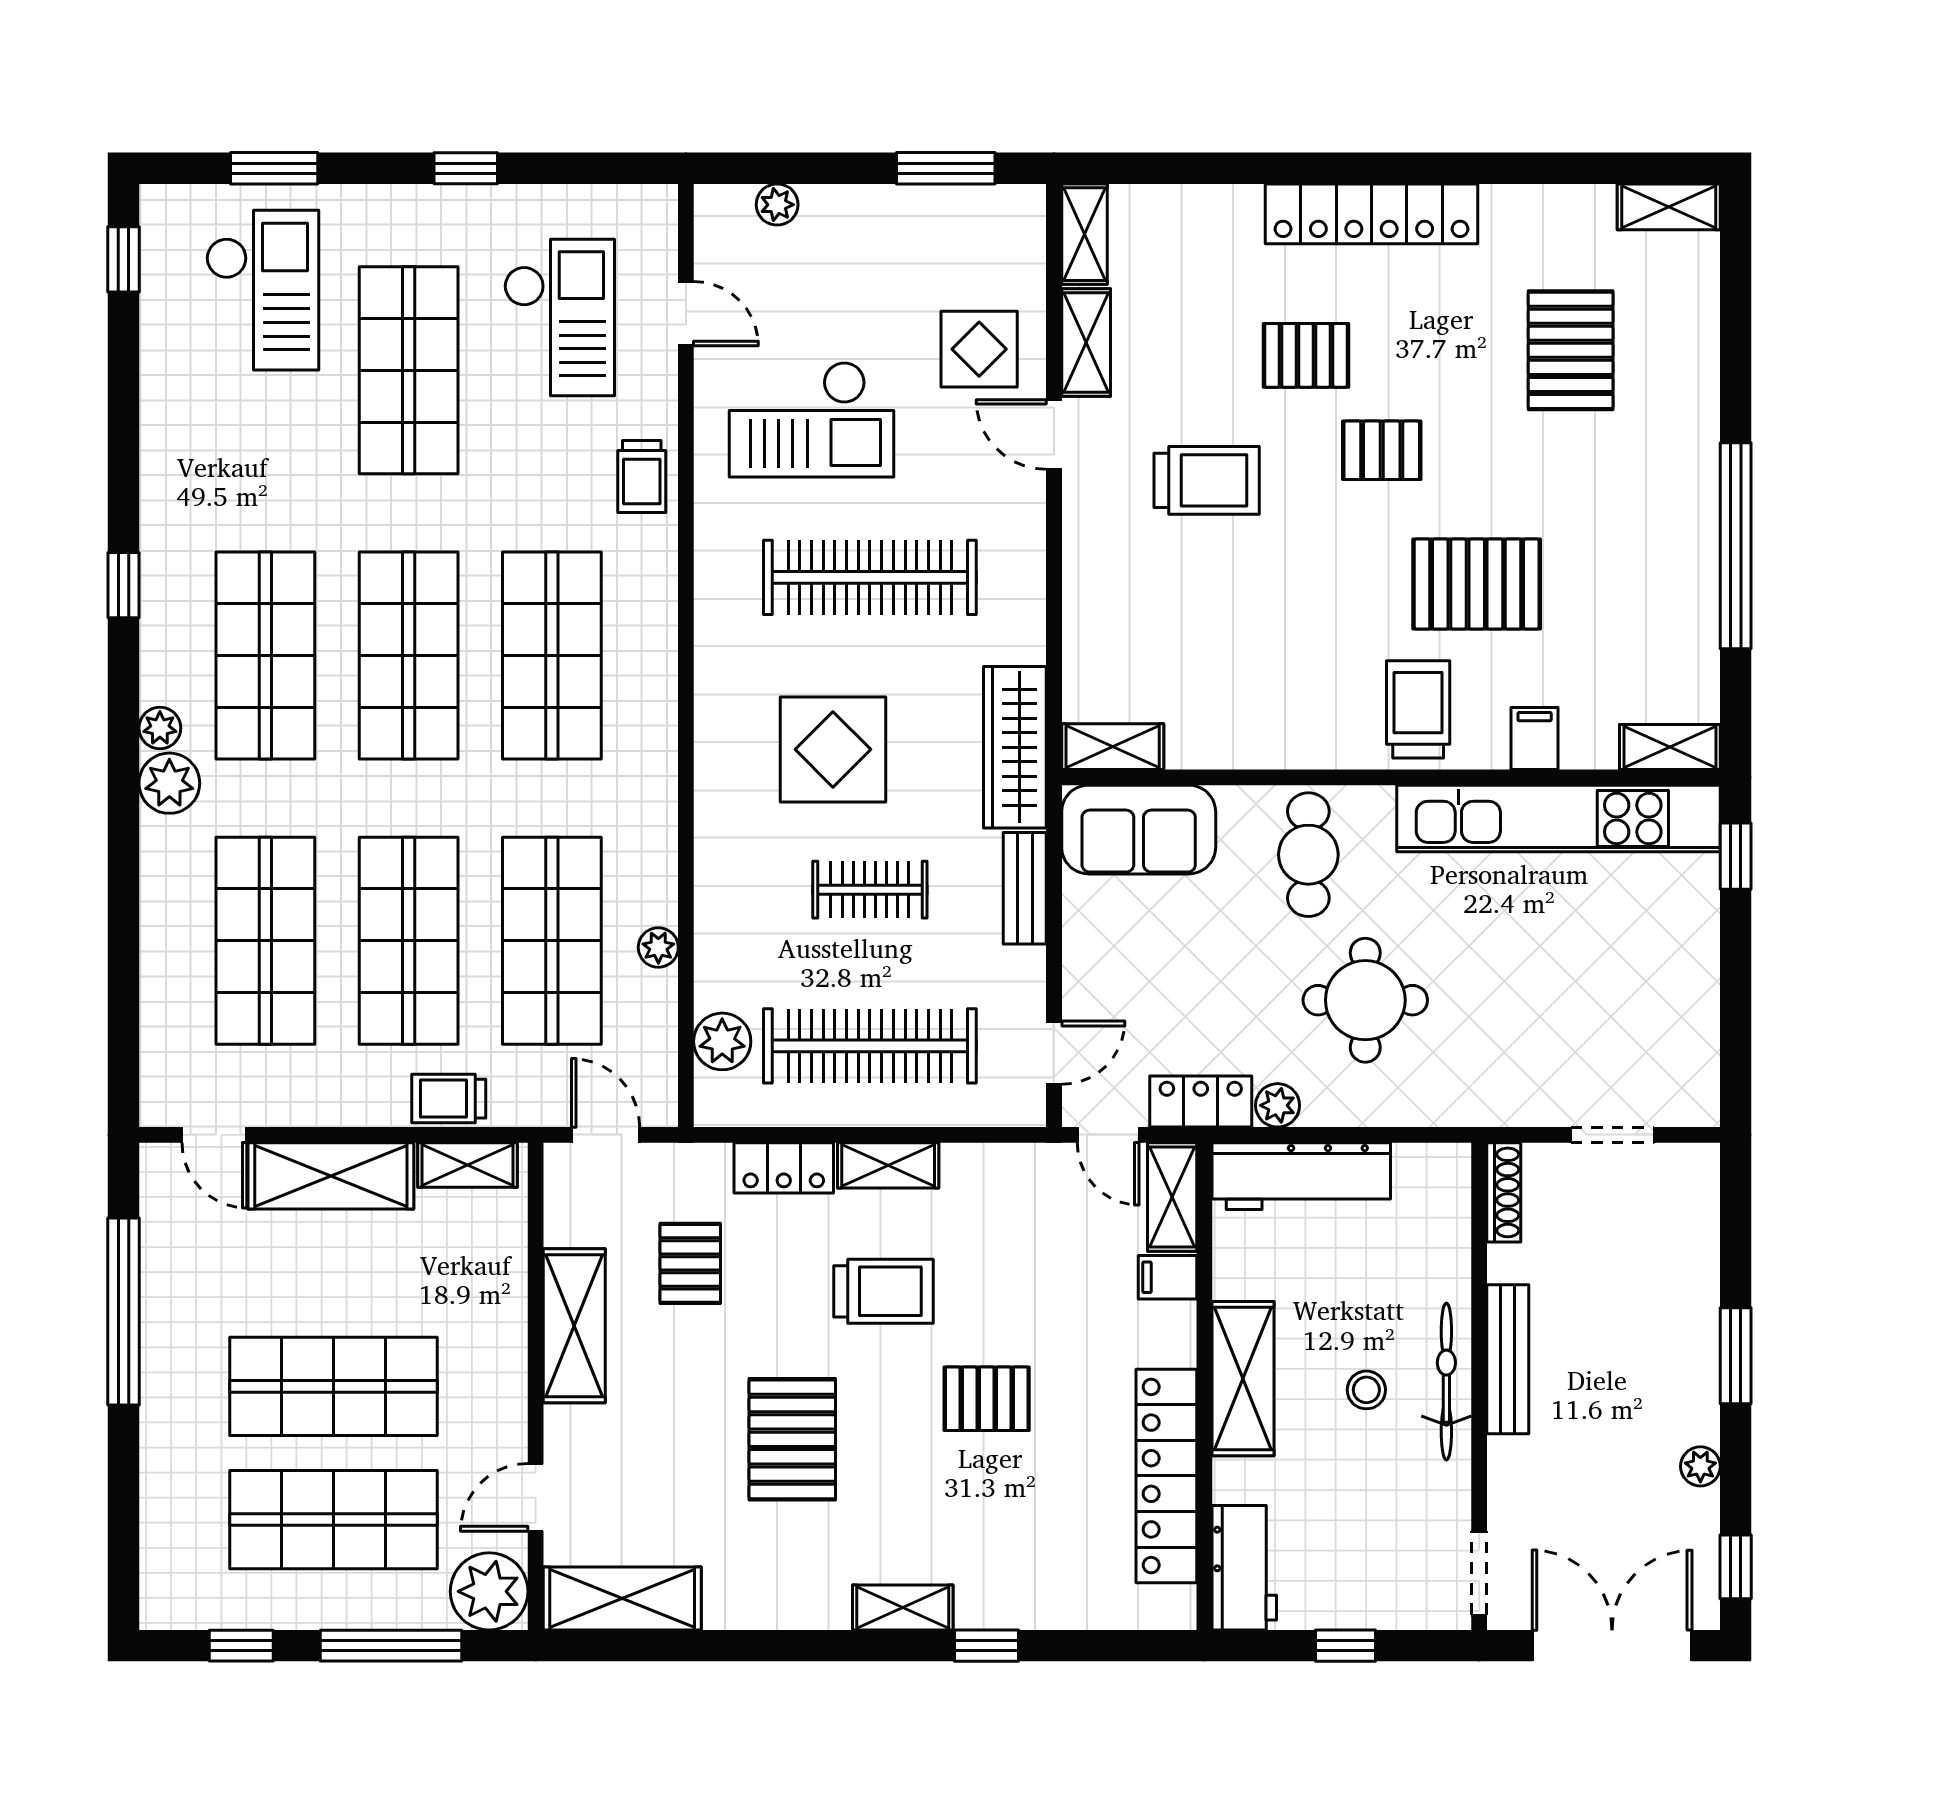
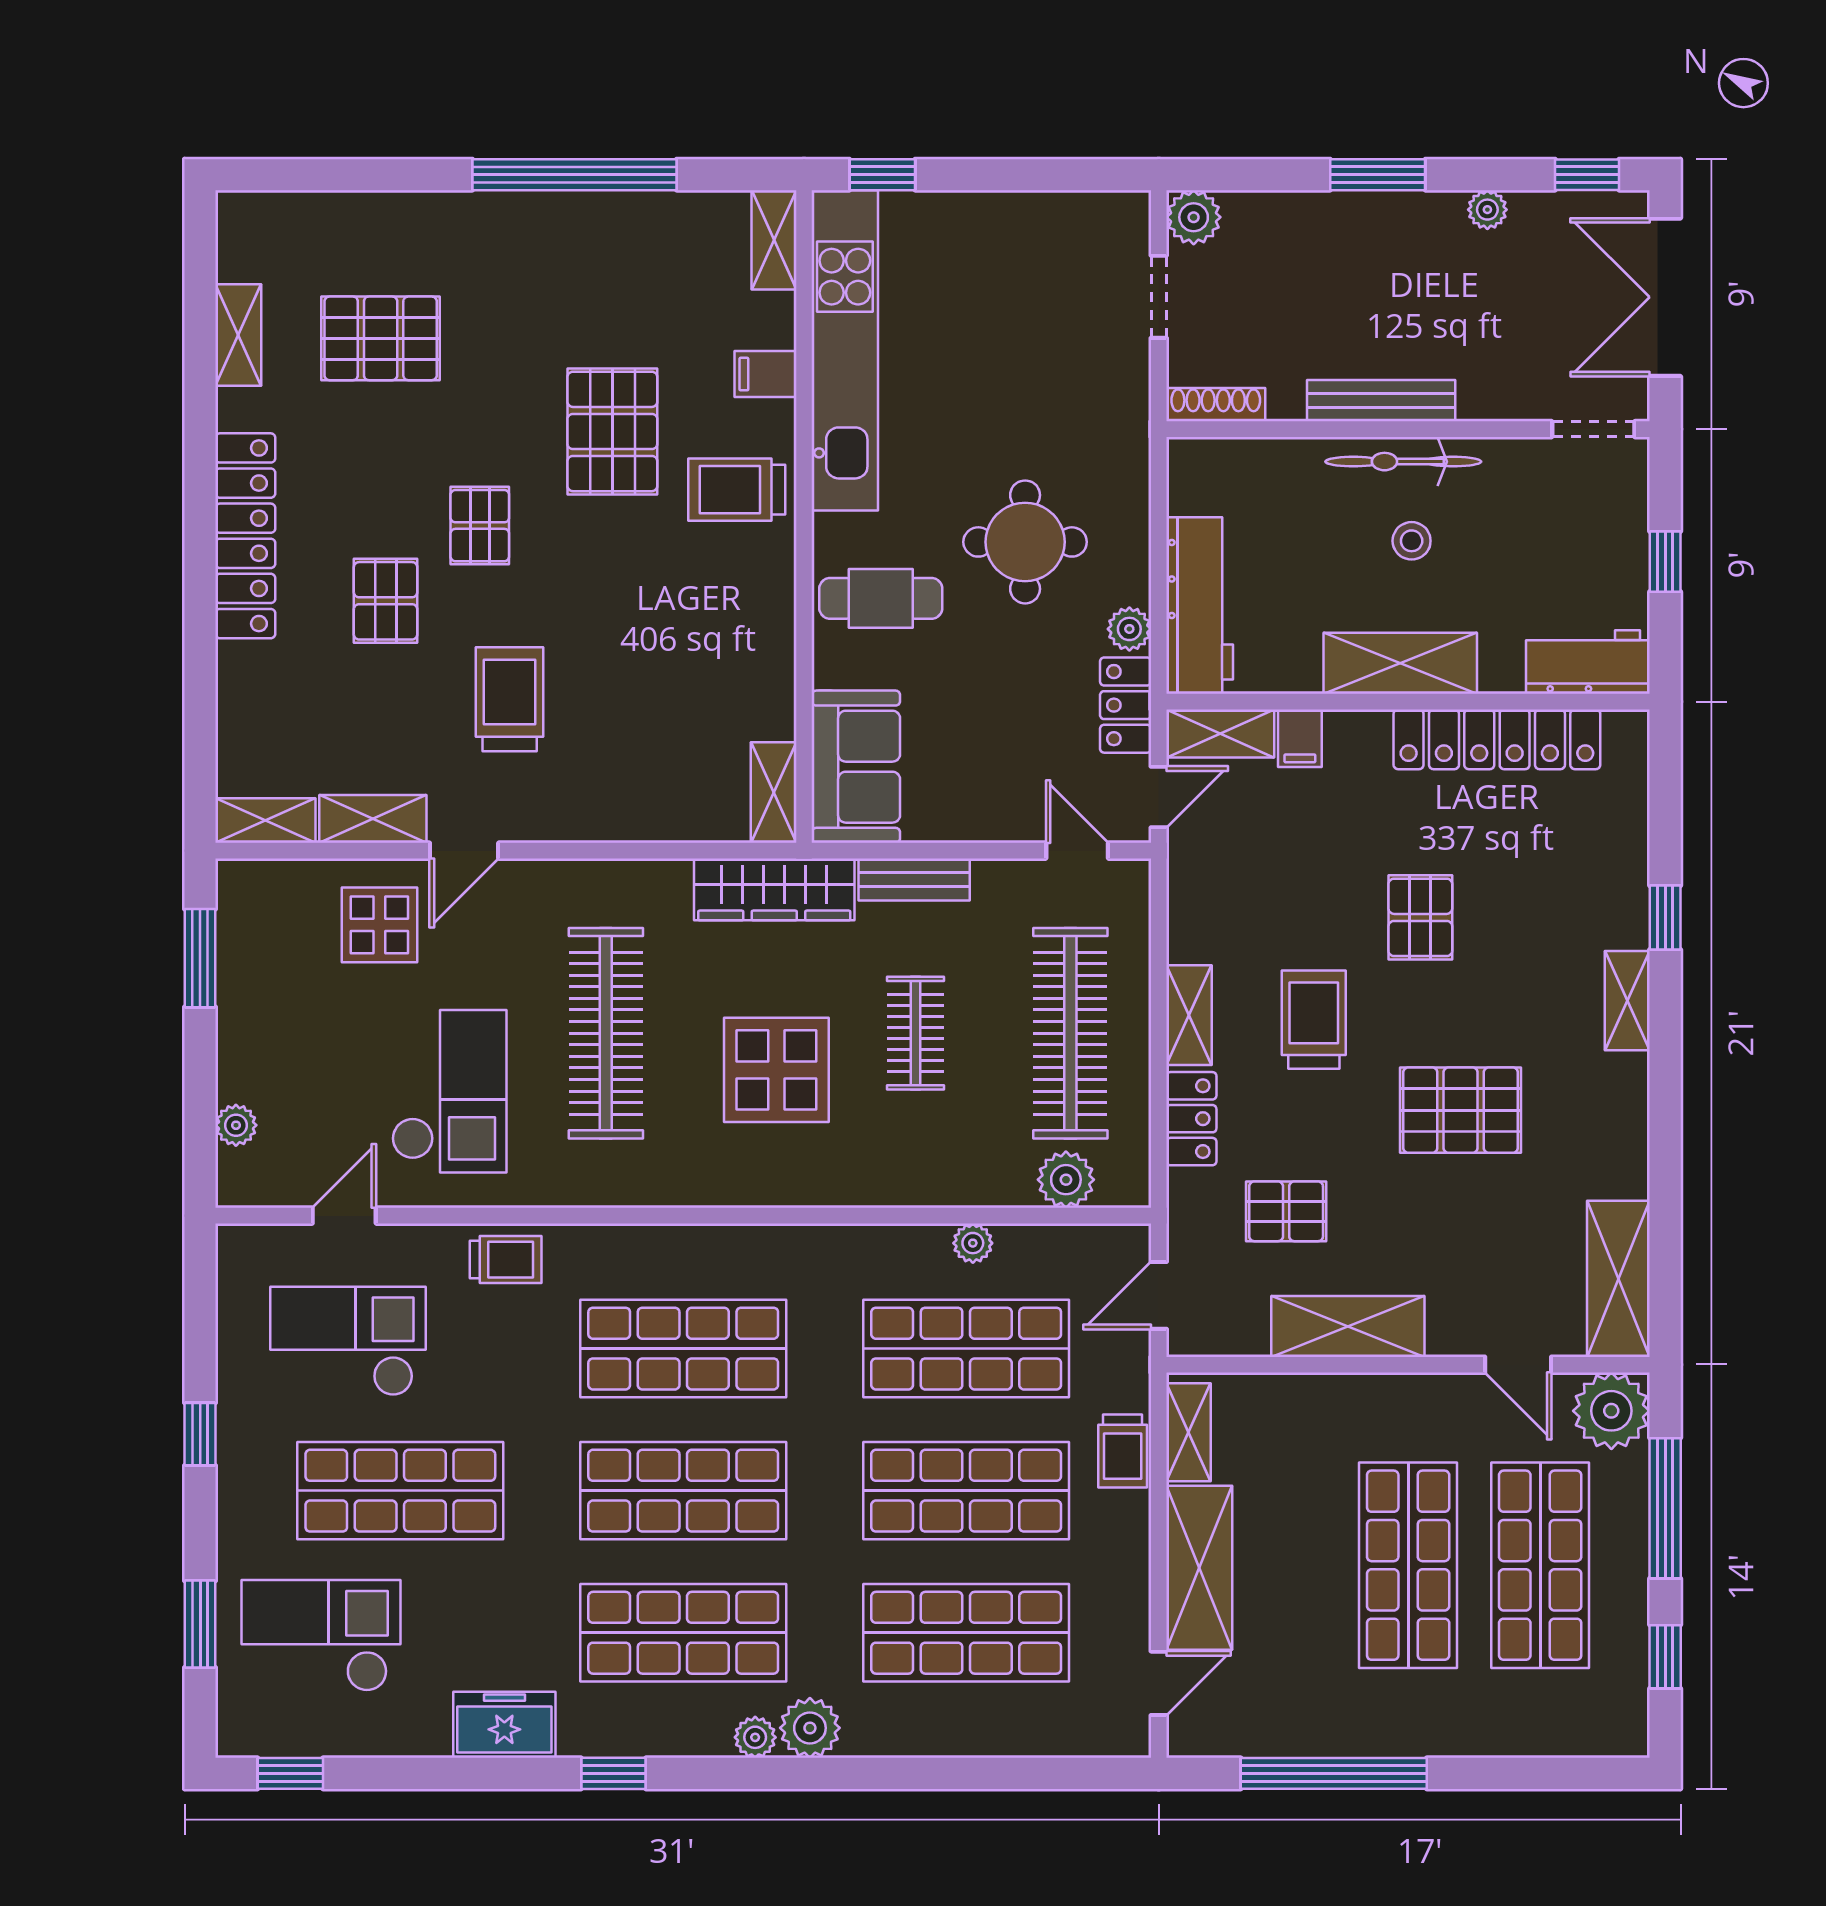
shelving: (1669, 207) -> (238, 335), moved
freezer: (172, 475) -> (504, 1725), added
plant: (1693, 1170) -> (1194, 217), added

